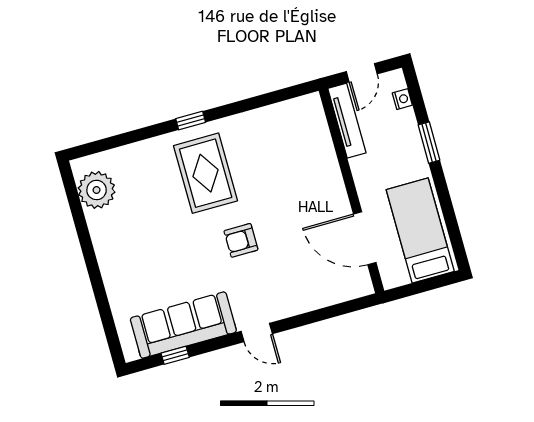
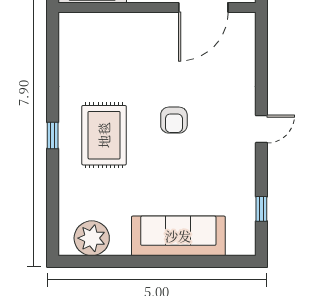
rug: (206, 173) -> (104, 135), turned 90
sofa: (183, 325) -> (178, 236), moved, turned 90

